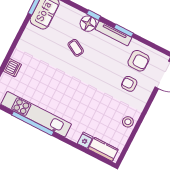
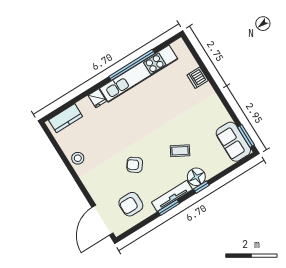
armchair: (129, 84) -> (135, 165), moved, turned -144
fridge: (85, 140) -> (97, 98), moved

